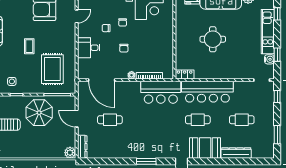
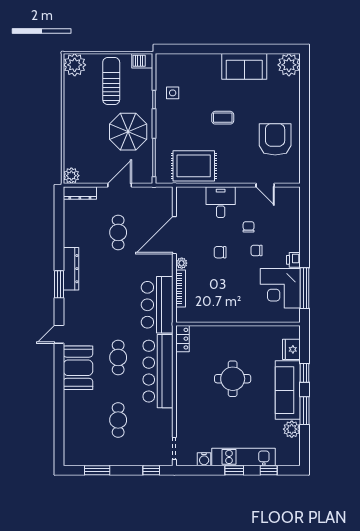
window: (277, 55) -> (234, 470), moved
rug: (52, 69) -> (194, 166), moved
door: (102, 80) -> (174, 235), moved
dresser: (236, 153) -> (71, 269), moved

